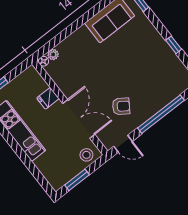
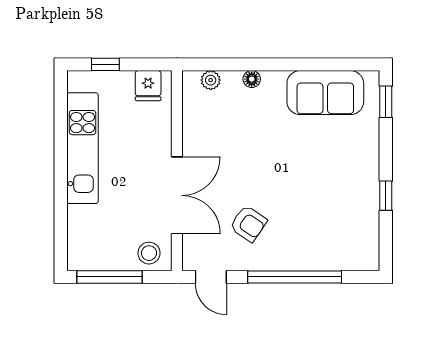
floor lamp: (44, 61) -> (252, 79), moved
fridge: (48, 98) -> (148, 86), moved, turned -90
window: (77, 180) -> (110, 277), width x1.44

